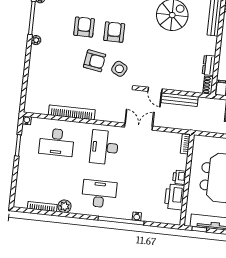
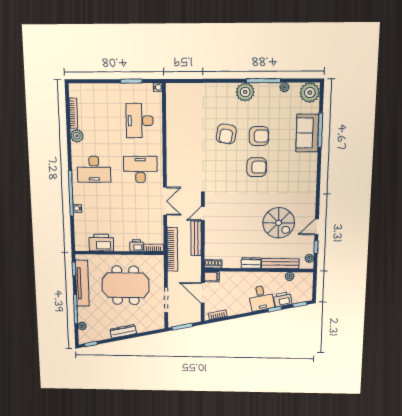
plant: (36, 40) -> (245, 92), width x1.88, depth x1.88
armchair: (95, 61) -> (226, 134), moved
dresser: (209, 65) -> (251, 263), moved
side table: (119, 69) -> (220, 176), removed
bookcase: (72, 112) -> (172, 249), moved
printer: (179, 177) -> (137, 246), moved
desk: (99, 194) -> (94, 169), turned 90

